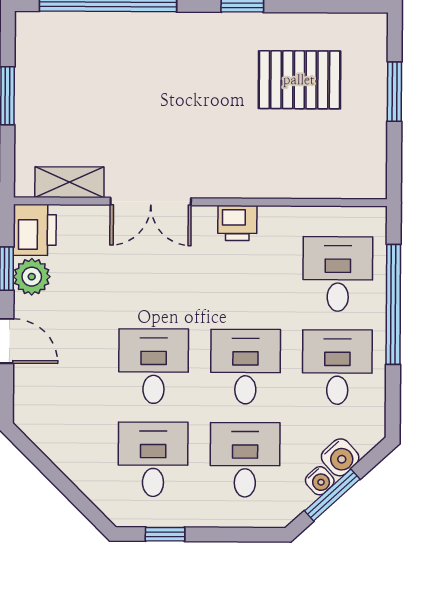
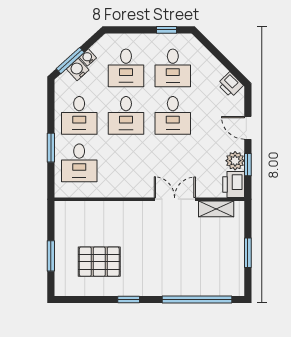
printer: (237, 223) -> (230, 85), moved, turned -135
window: (393, 304) -> (51, 148), width x0.47
window: (332, 495) -> (70, 61), moved

